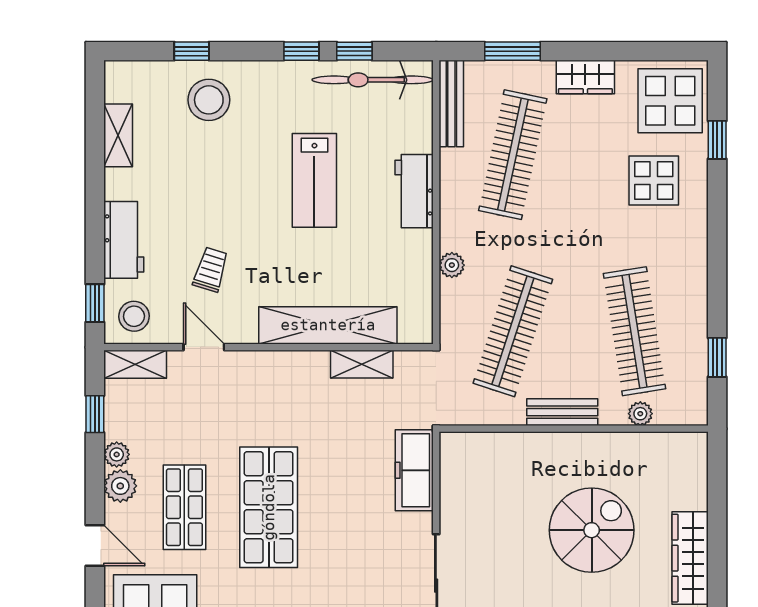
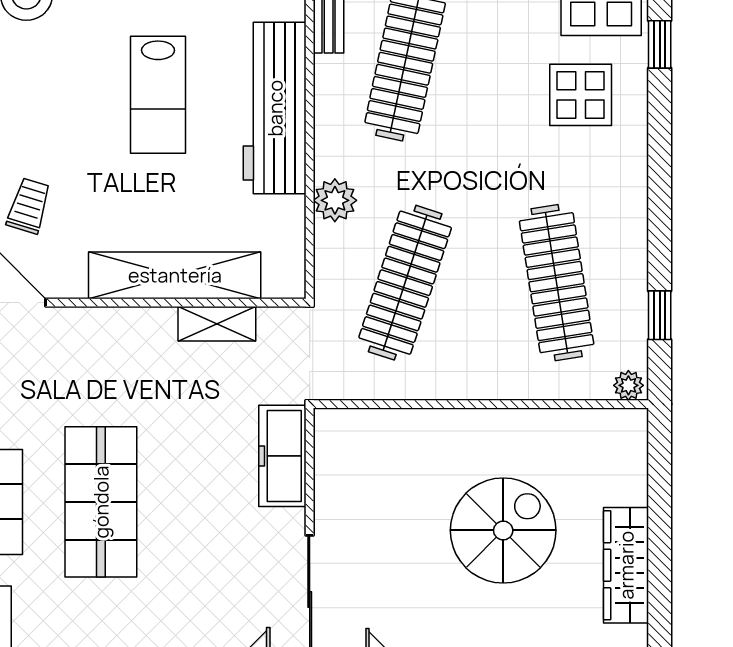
workbench: (414, 191) -> (275, 108), width x1.88, depth x1.32
plant: (452, 265) -> (335, 200), width x1.38, depth x1.38
bench: (562, 412) -> (467, 384), removed
plant: (640, 414) -> (628, 385), moved

